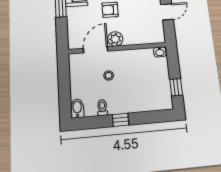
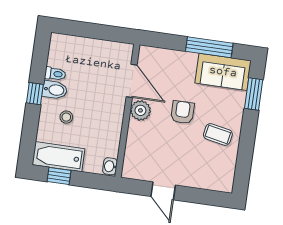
stool: (109, 76) -> (66, 117), moved
bathtub: (162, 91) -> (58, 157), added
bidet: (77, 108) -> (55, 90), moved

